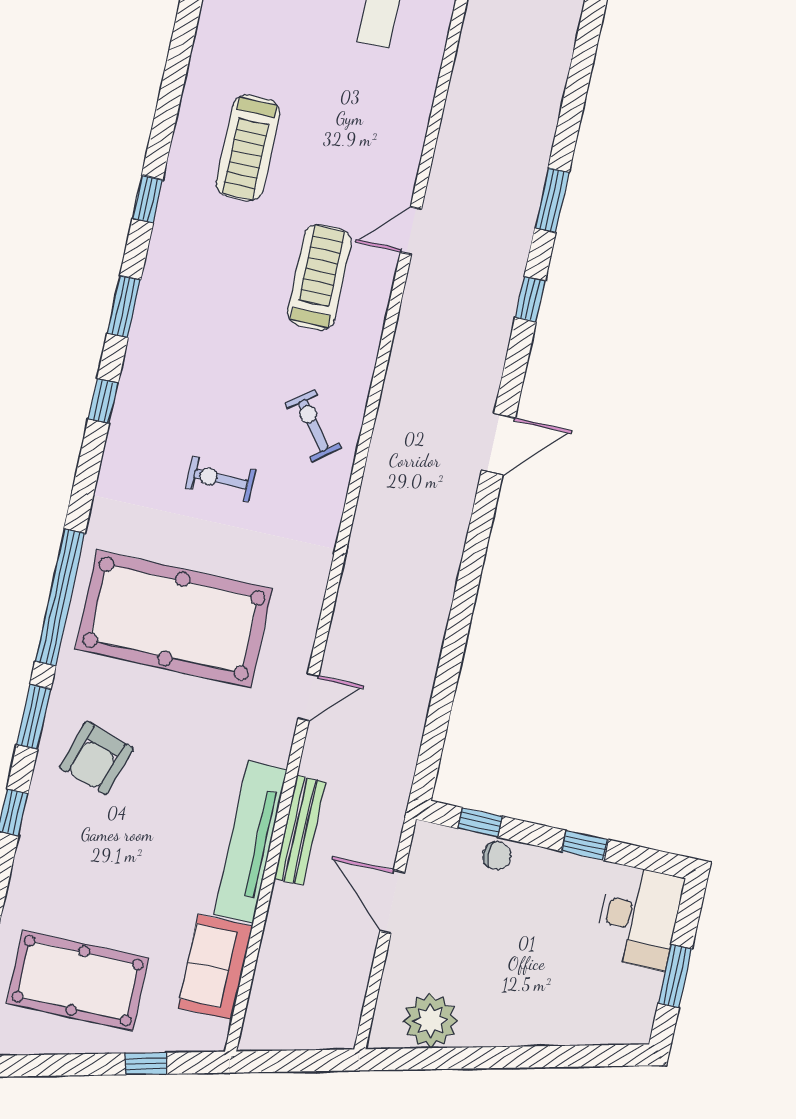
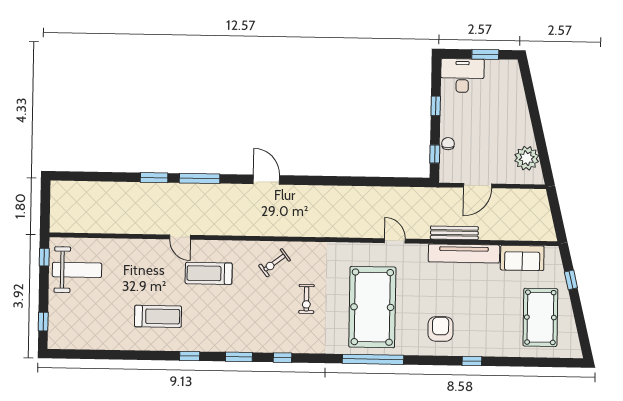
window: (530, 299) -> (200, 178), width x2.17
window: (34, 717) -> (428, 360), removed
armchair: (96, 758) -> (441, 329), turned -108

